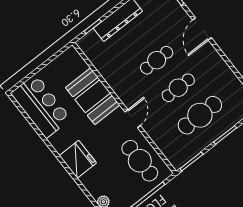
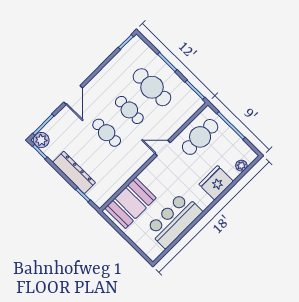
door: (202, 29) -> (73, 95), hinge flipped
booth: (93, 96) -> (131, 203), moved
bar counter: (41, 106) -> (174, 220), moved
fridge: (78, 159) -> (216, 183), moved

